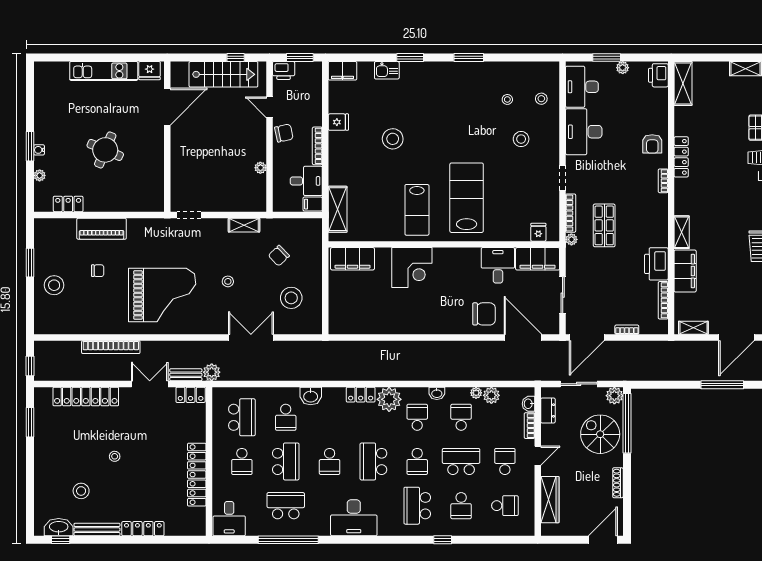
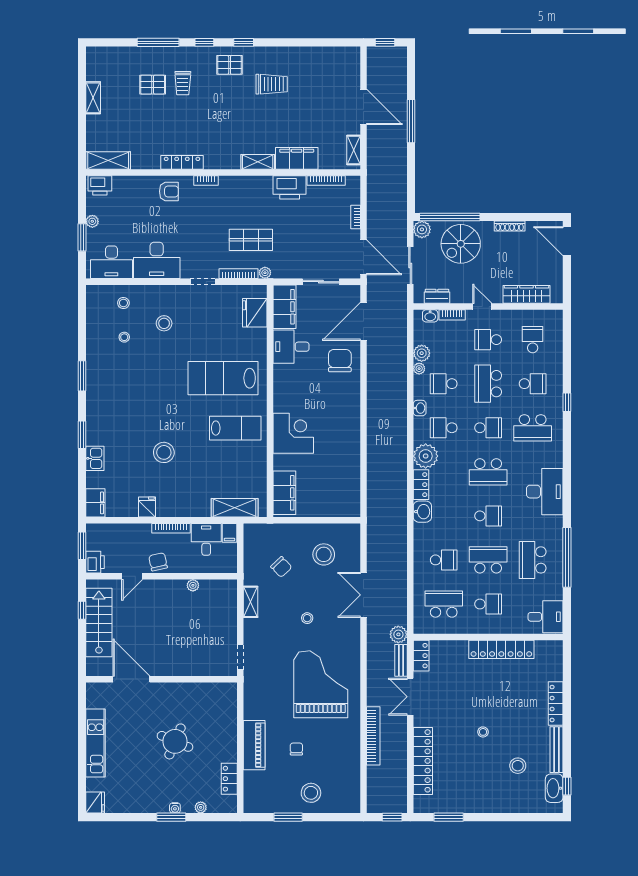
fridge: (150, 71) -> (95, 802), moved
fridge: (538, 232) -> (255, 313), width x1.88, depth x1.34
washbasin: (311, 396) -> (422, 512), moved

